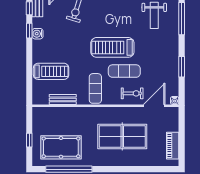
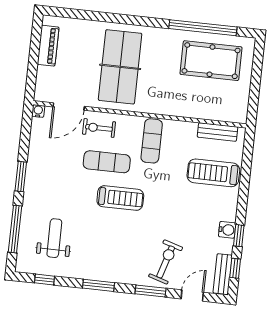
treadmill: (112, 47) -> (120, 198), width x0.73, depth x0.73
window: (182, 67) -> (21, 177), moved
bench: (63, 99) -> (218, 132), moved
table tennis table: (122, 136) -> (120, 67), turned 90
window: (29, 140) -> (256, 76), removed

